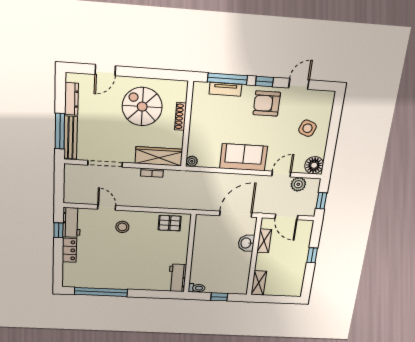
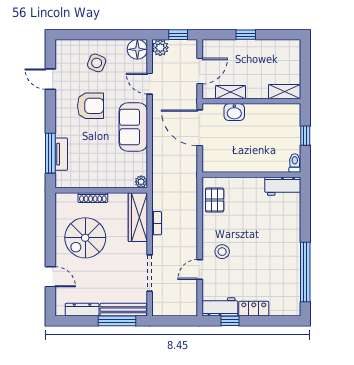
window: (264, 81) -> (50, 115), removed
armchair: (267, 103) -> (91, 106), moved, turned -90
plant: (298, 184) -> (160, 48), moved

